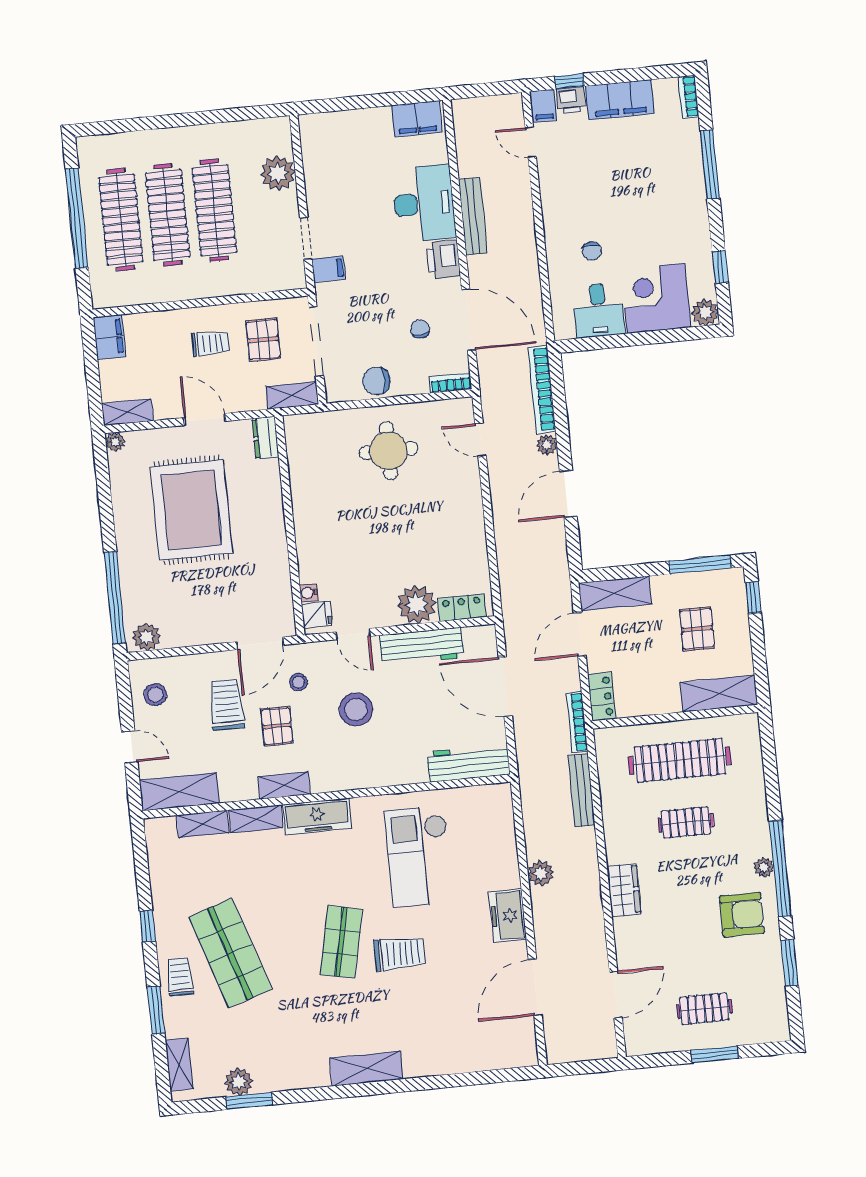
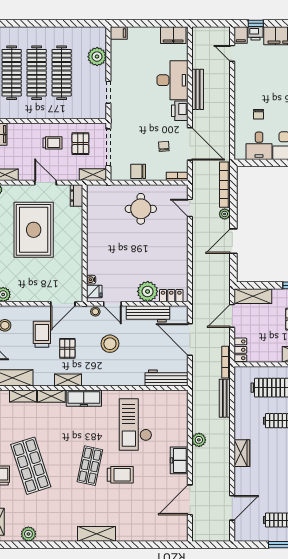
filing cabinet: (329, 269) -> (119, 33), moved
stool: (298, 682) -> (95, 312), moved
window: (249, 1101) -> (33, 545), removed

